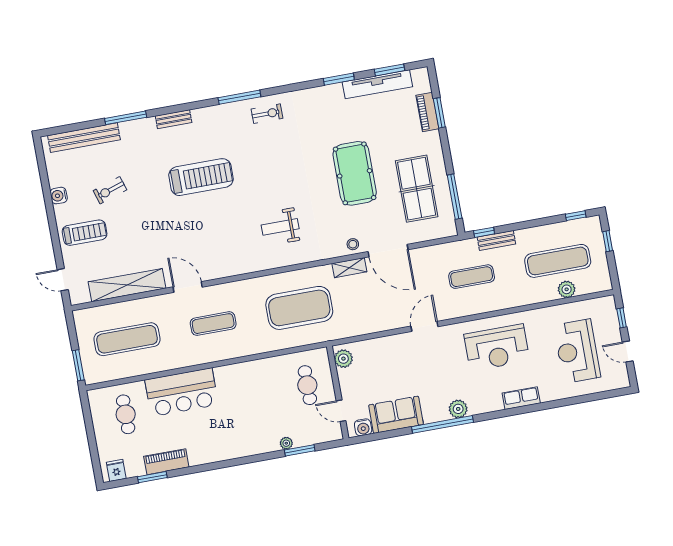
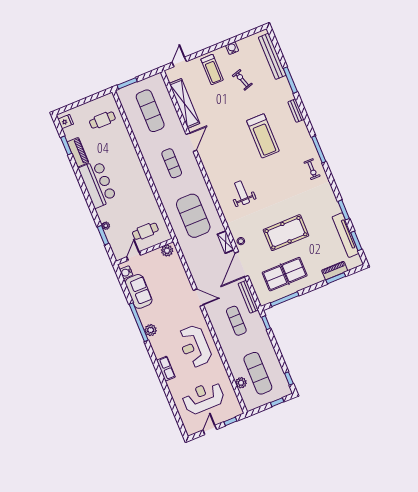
bench: (496, 240) -> (248, 297), moved, width x1.36
bar counter: (182, 392) -> (97, 184), moved, turned 180

